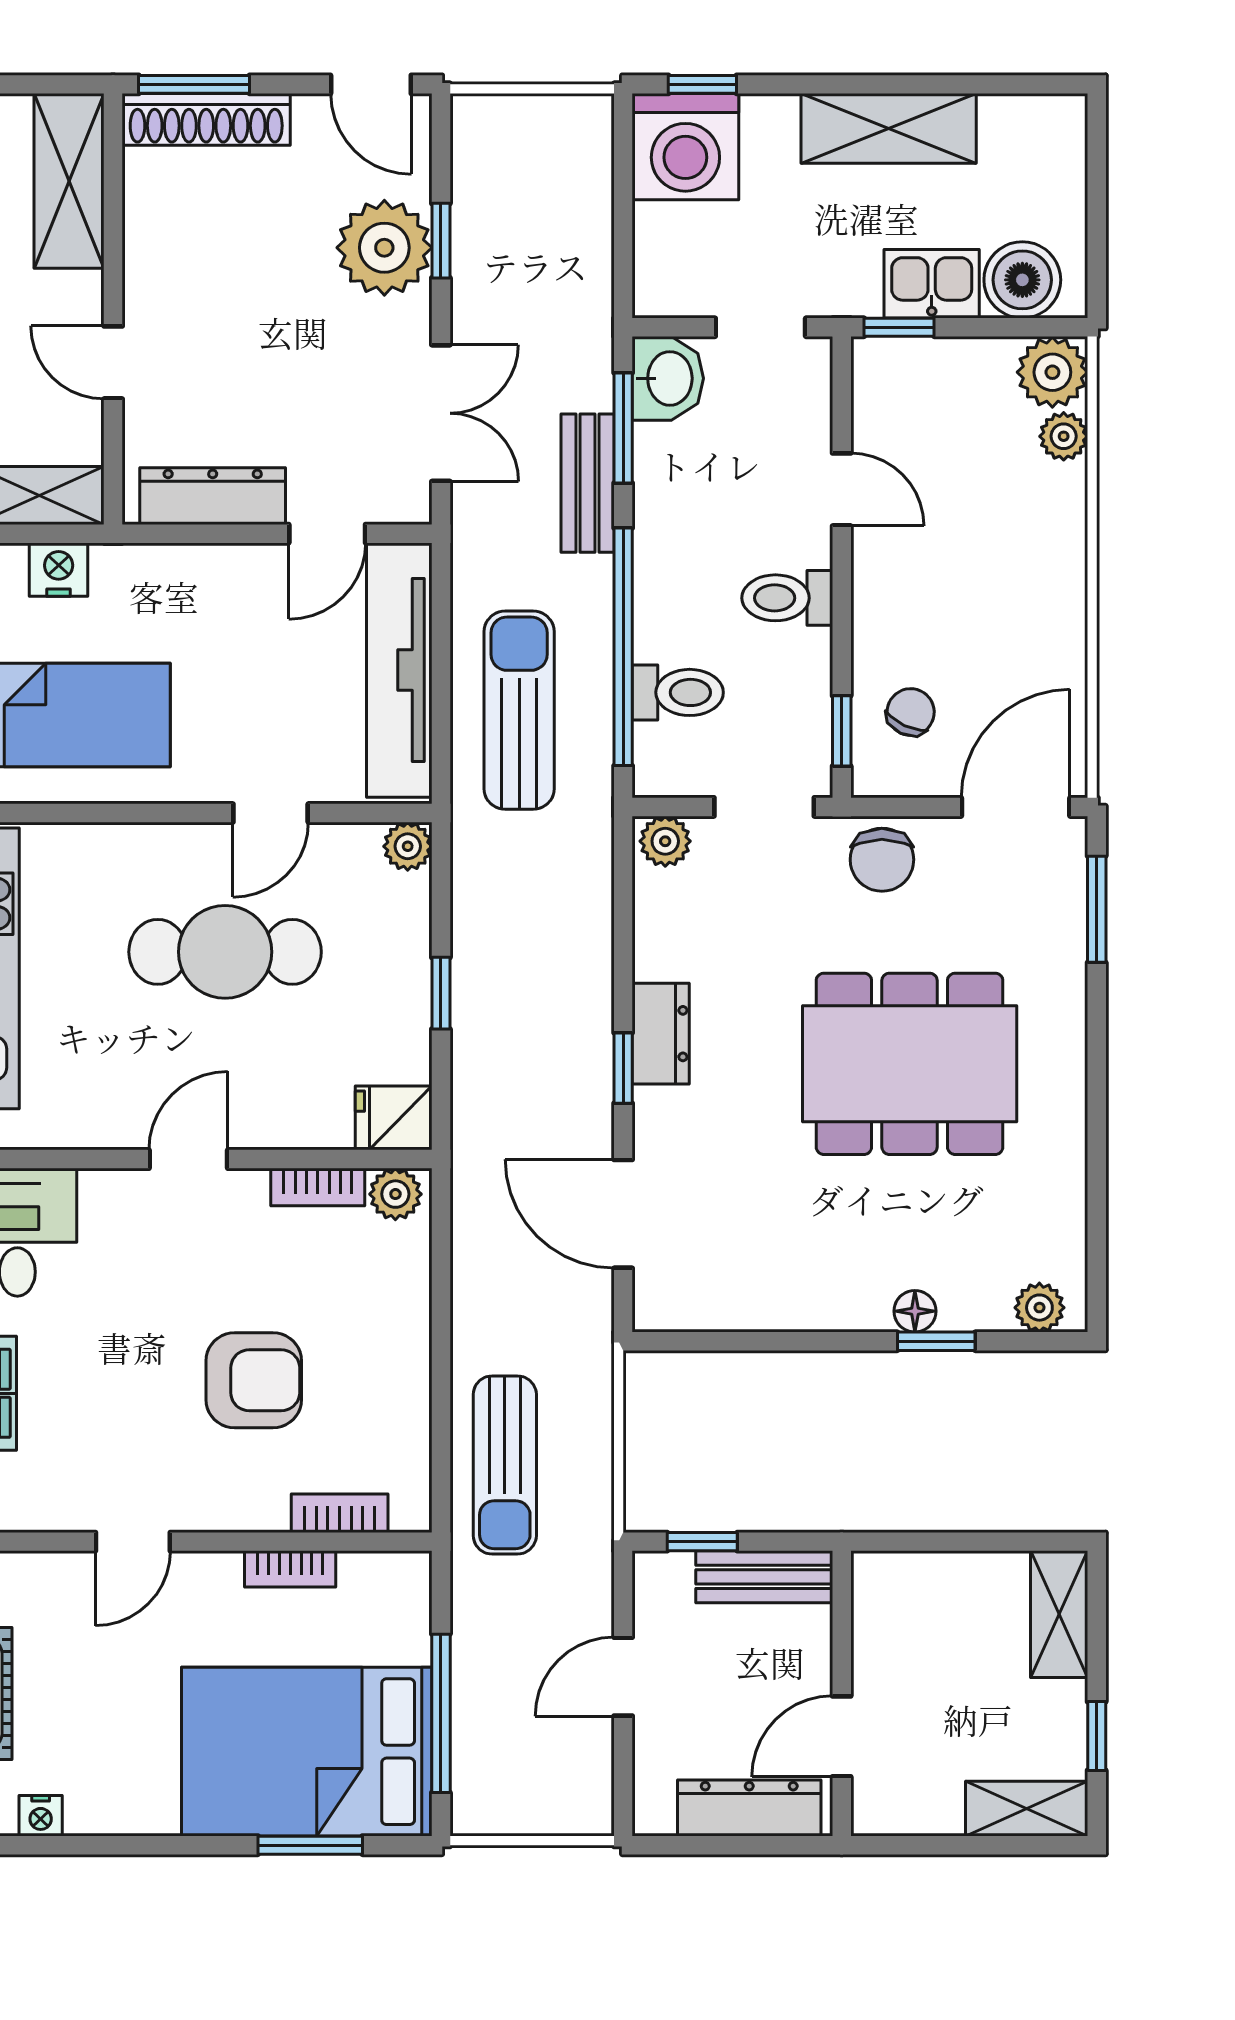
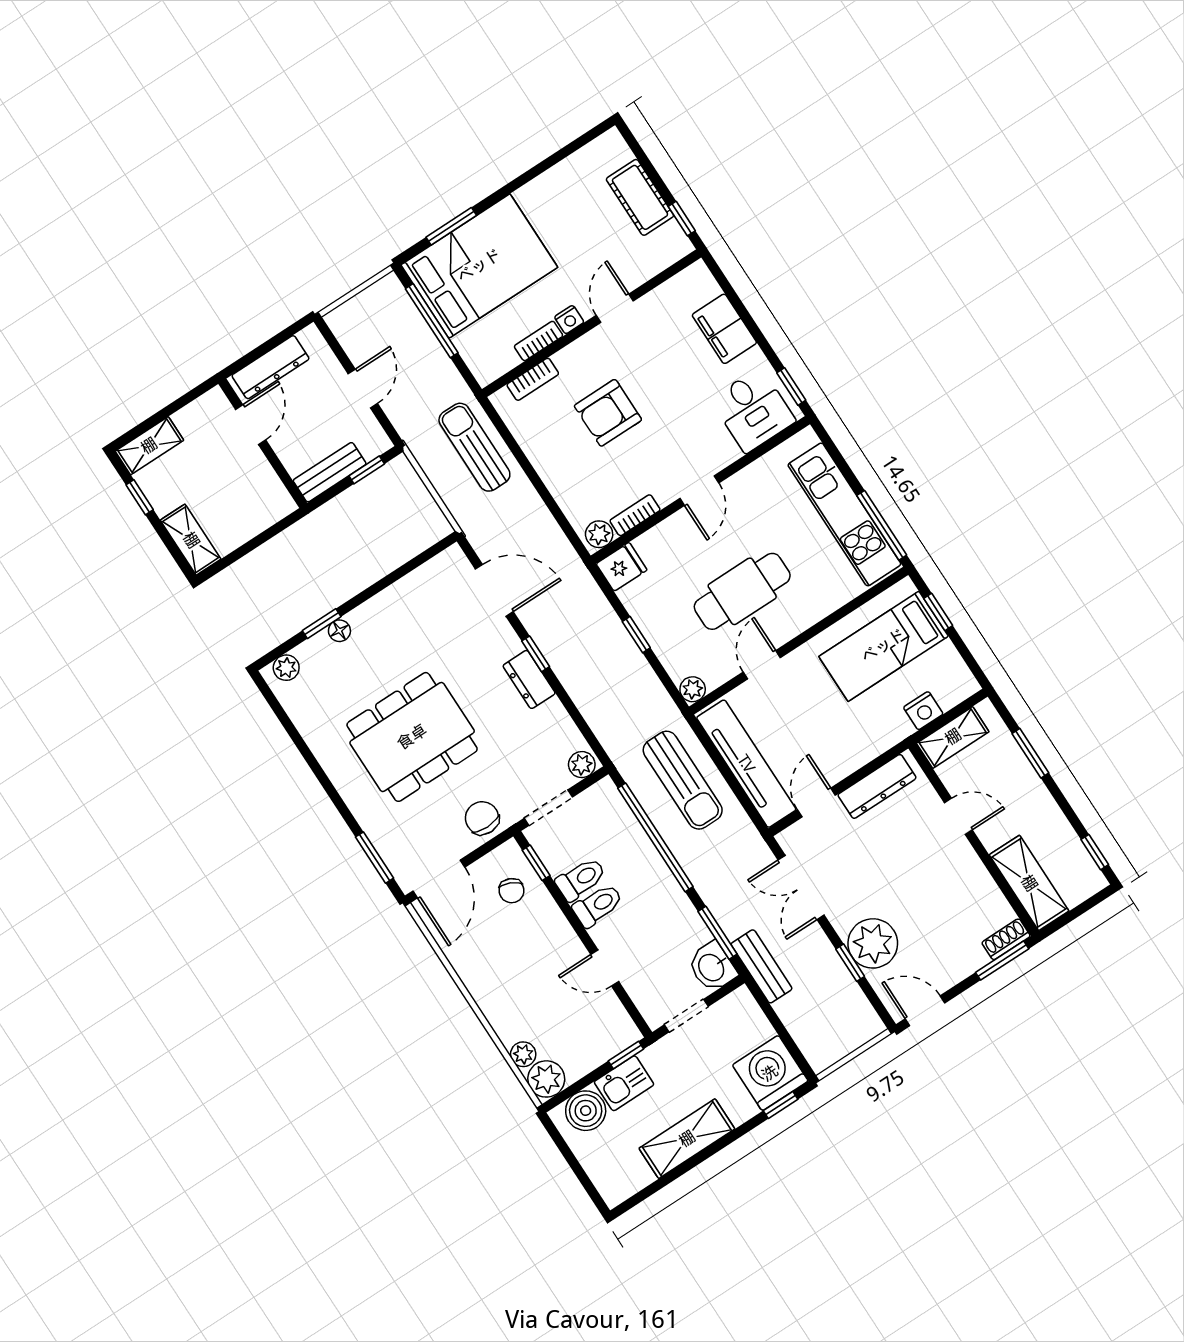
shoe rack: (206, 119) -> (1006, 939), width x0.51, depth x0.81
bench: (588, 483) -> (762, 966), moved
toilet: (678, 692) -> (581, 879), moved, turned 180
nightstand: (41, 1816) -> (569, 320), moved, turned 180

